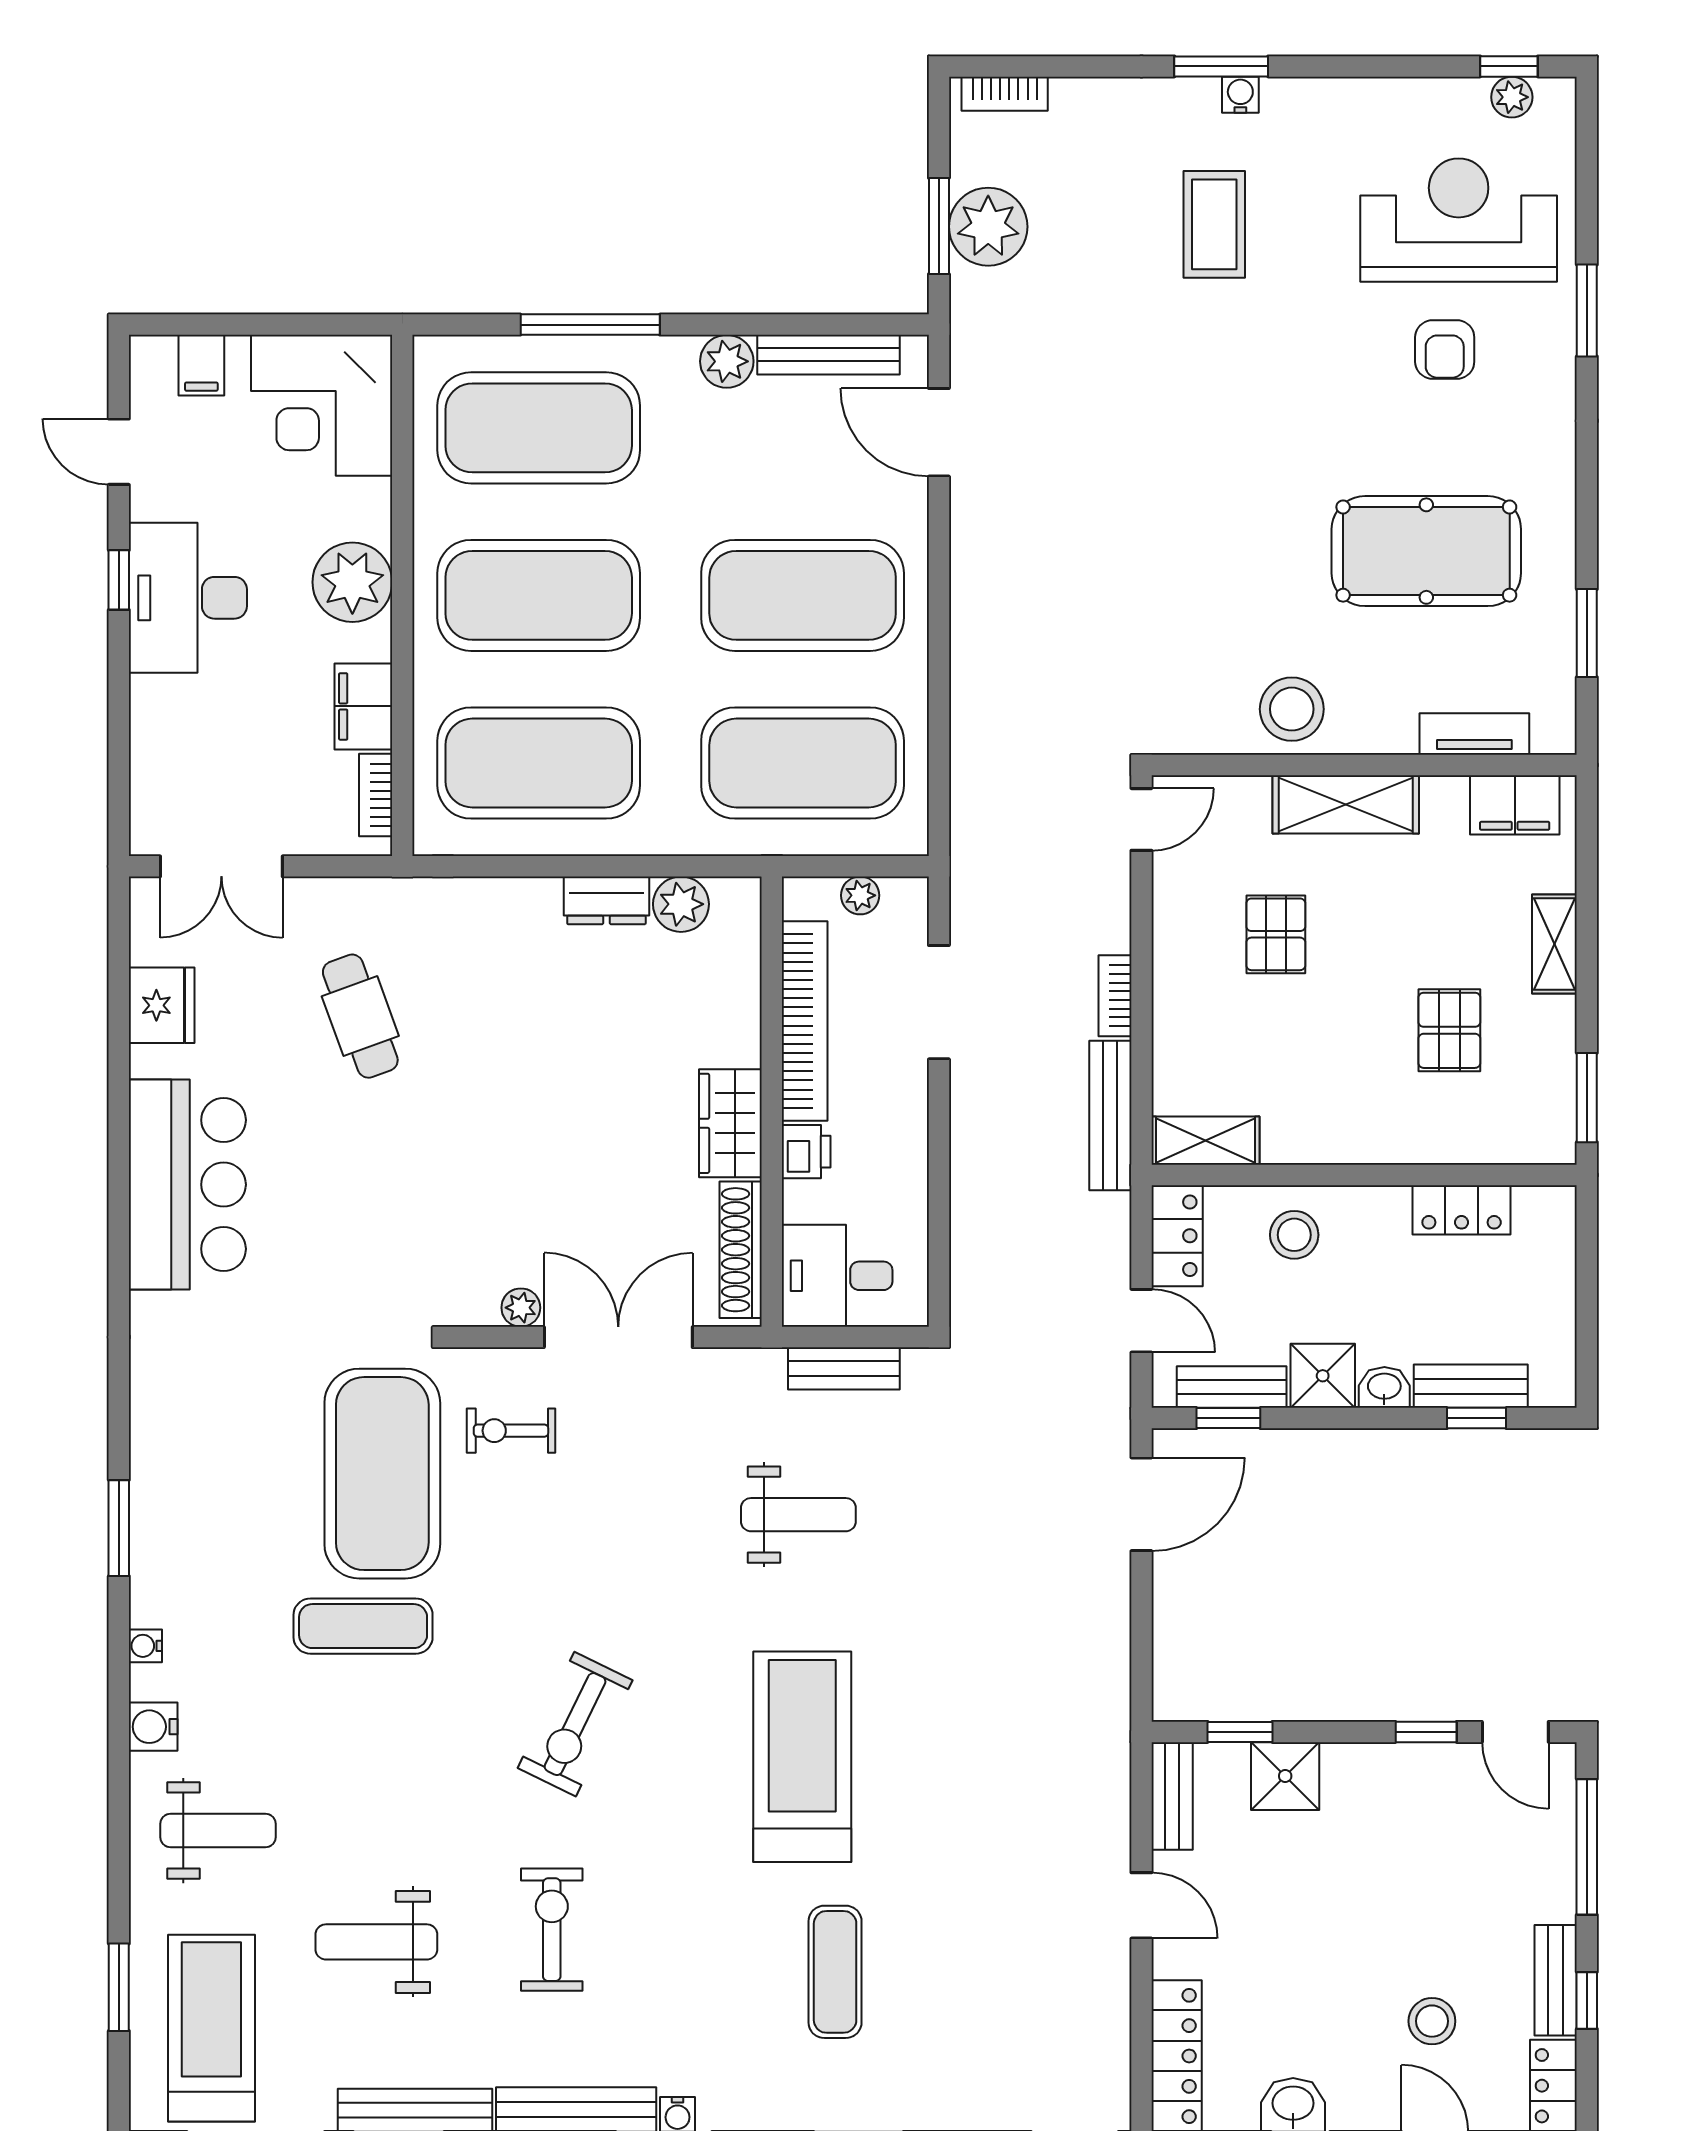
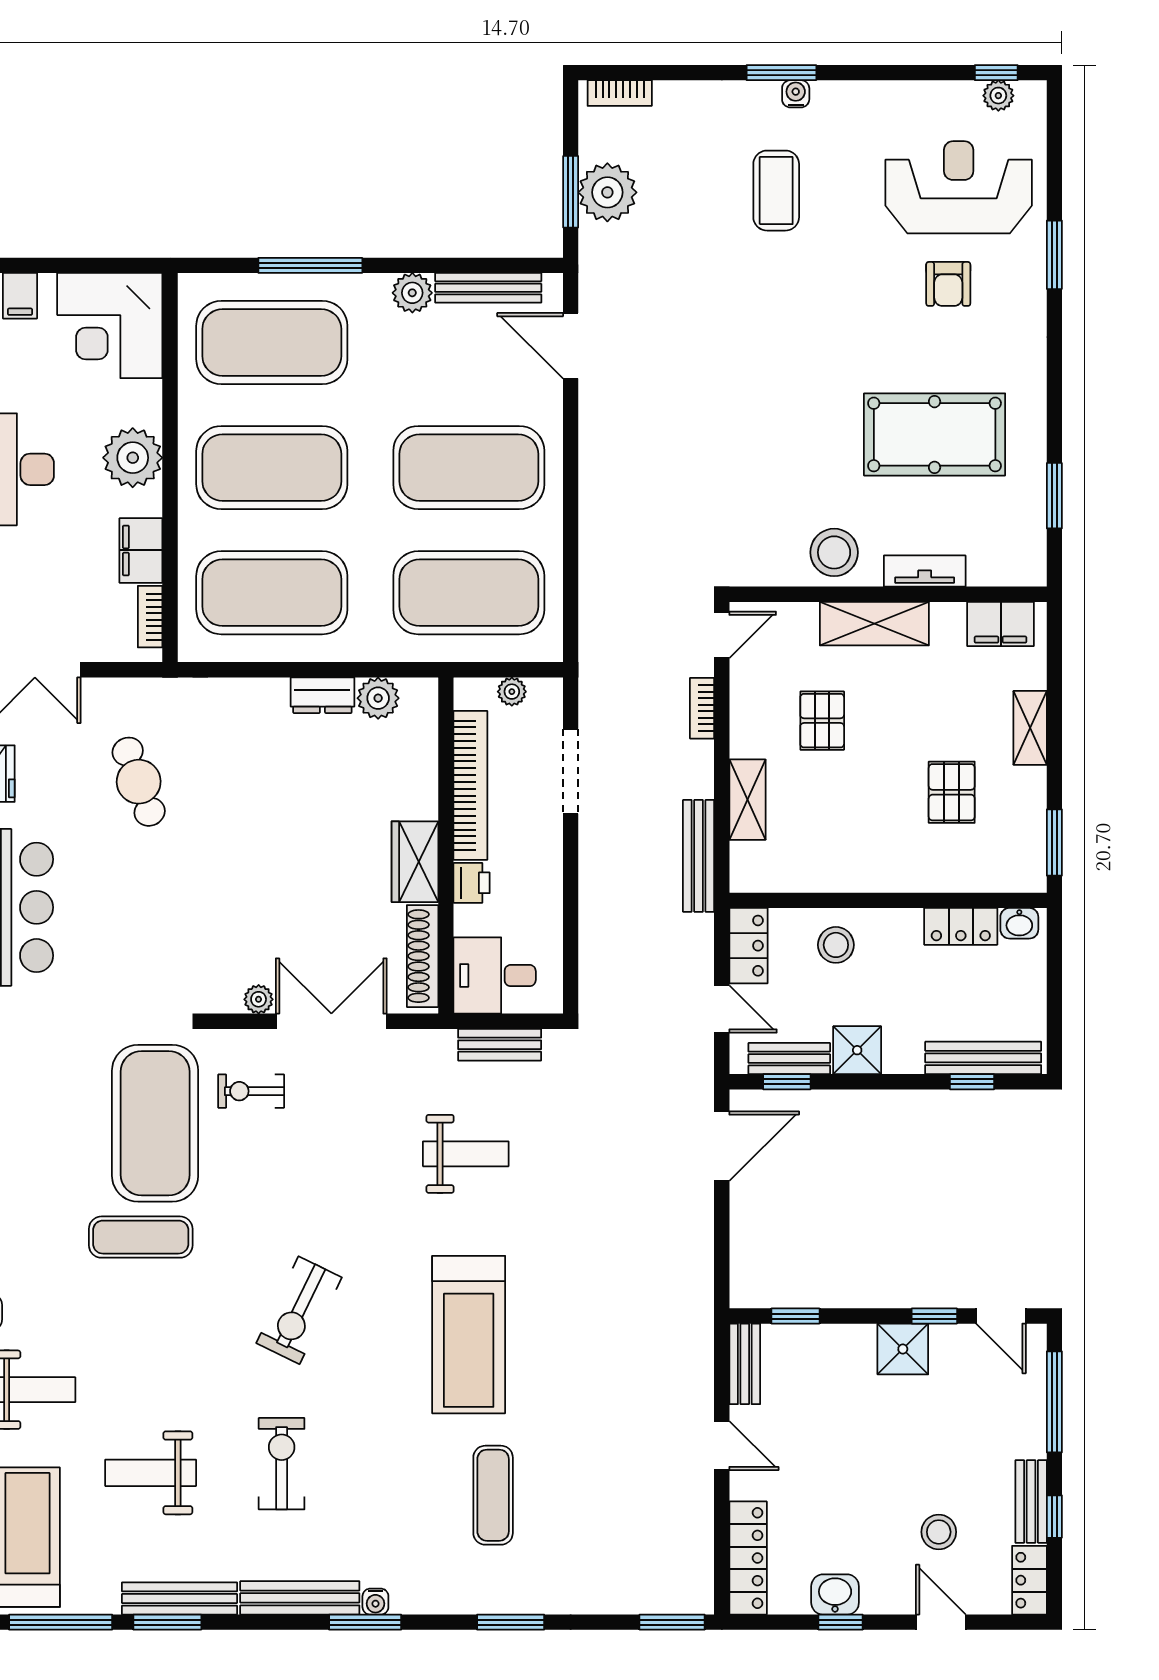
tv unit: (1474, 734) -> (925, 571), moved
bookcase: (1115, 996) -> (702, 708), moved
shelving: (1205, 1141) -> (747, 800), moved, turned 90
bench: (1471, 1386) -> (983, 1058), width x1.36
washbasin: (1384, 1387) -> (1019, 923), moved, turned 180
treadmill: (802, 1757) -> (469, 1335), turned 180
shower: (1285, 1776) -> (903, 1349), moved

